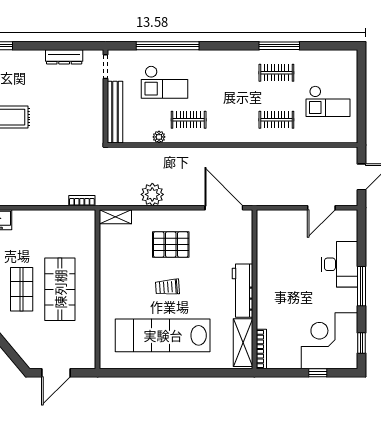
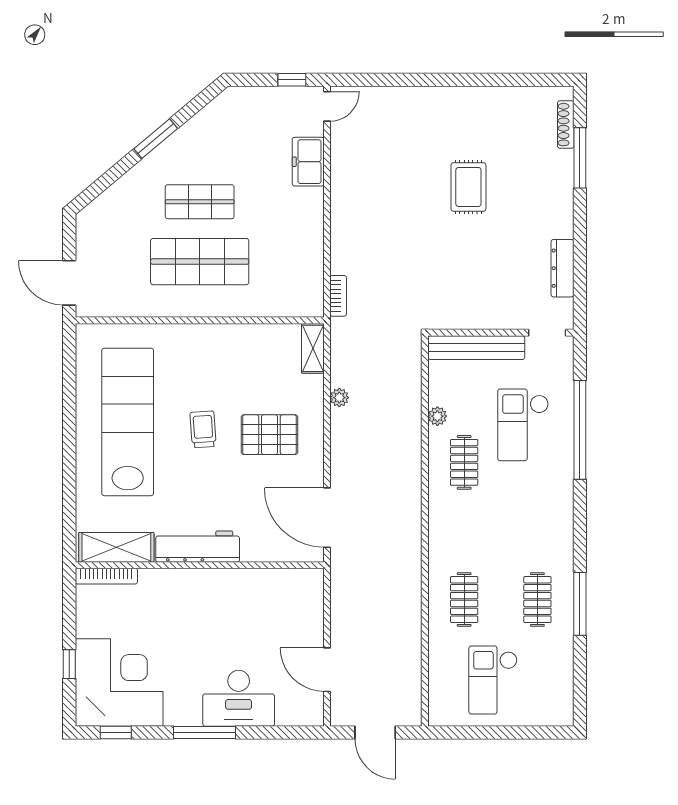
plant: (152, 194) -> (339, 398), width x0.53, depth x0.53
door: (224, 208) -> (327, 518), swing flipped
pallet: (171, 244) -> (270, 435), turned 90
door: (56, 373) -> (69, 283), moved

